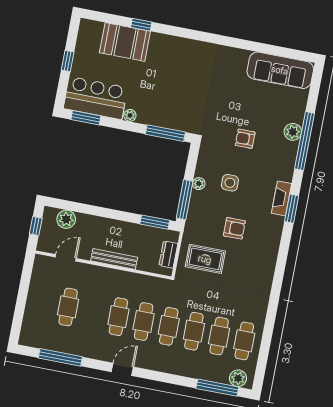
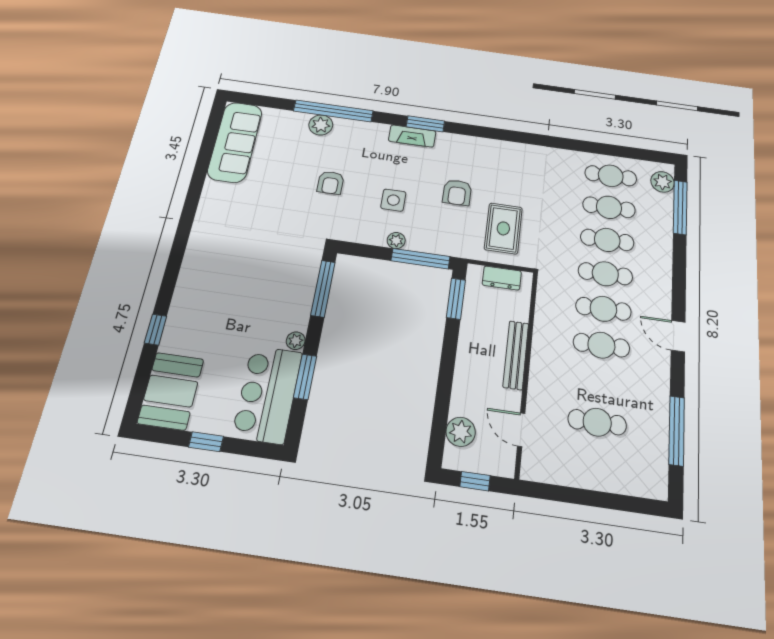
booth: (125, 42) -> (171, 391), moved
window: (86, 118) -> (305, 377), moved
armchair: (234, 228) -> (457, 192), turned 180

